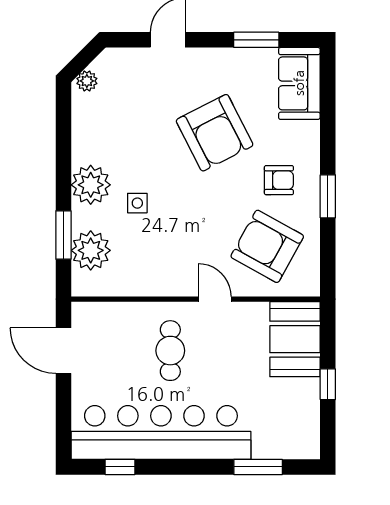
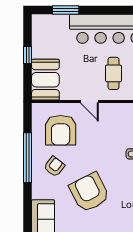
armchair: (279, 180) -> (54, 166), turned 128
window: (328, 196) -> (28, 158), width x2.11
armchair: (267, 246) -> (61, 130), turned 61

